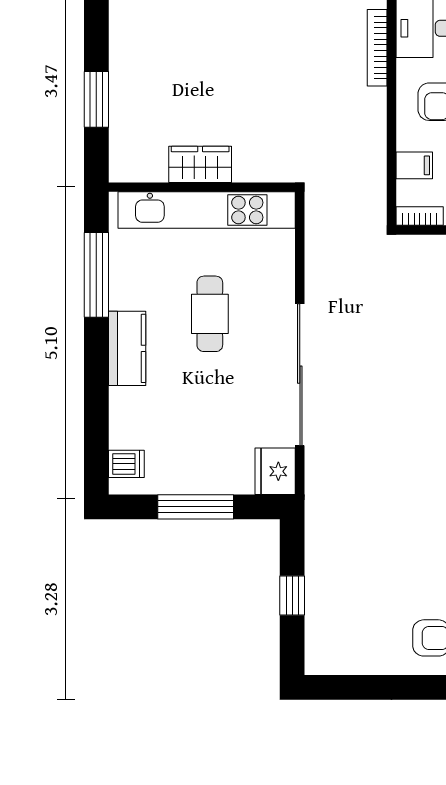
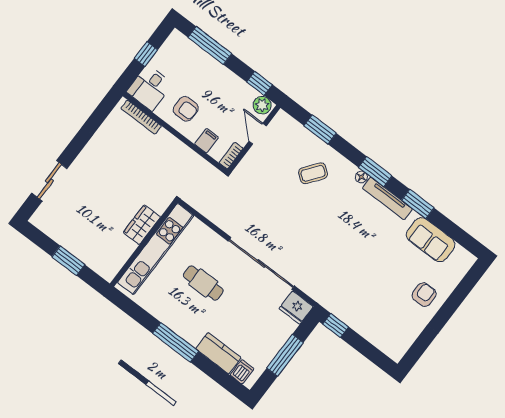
wardrobe: (200, 164) -> (142, 225), moved
window: (96, 275) -> (176, 342), moved
kitchen counter: (127, 348) -> (218, 353), moved
window: (292, 596) -> (336, 326), moved

